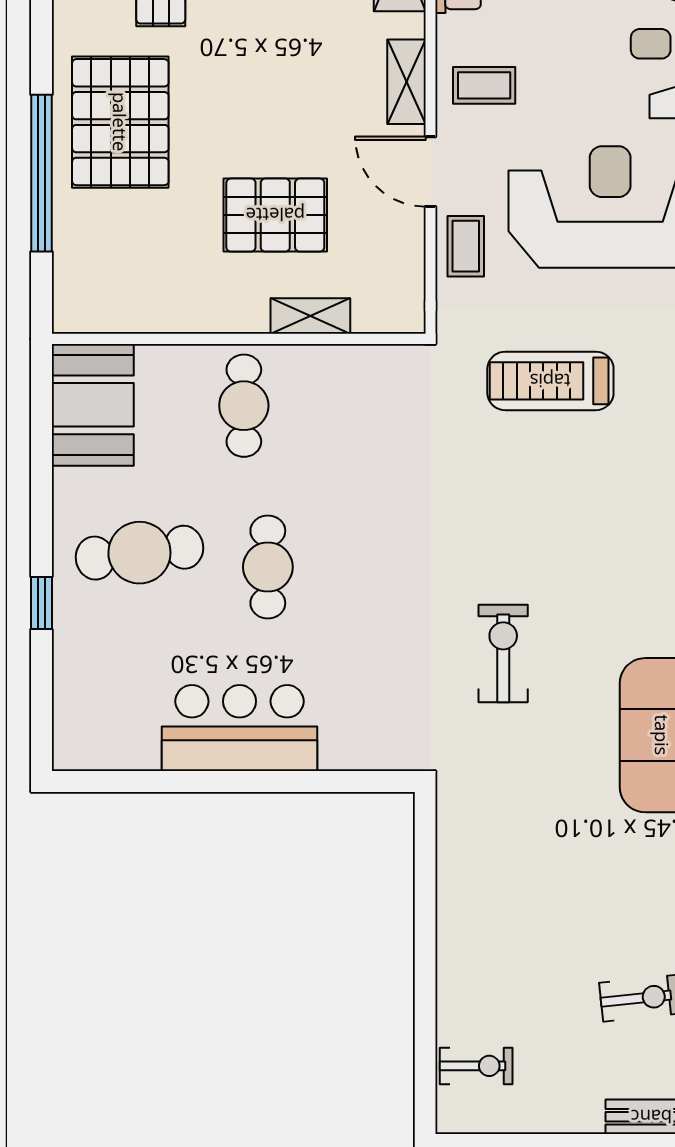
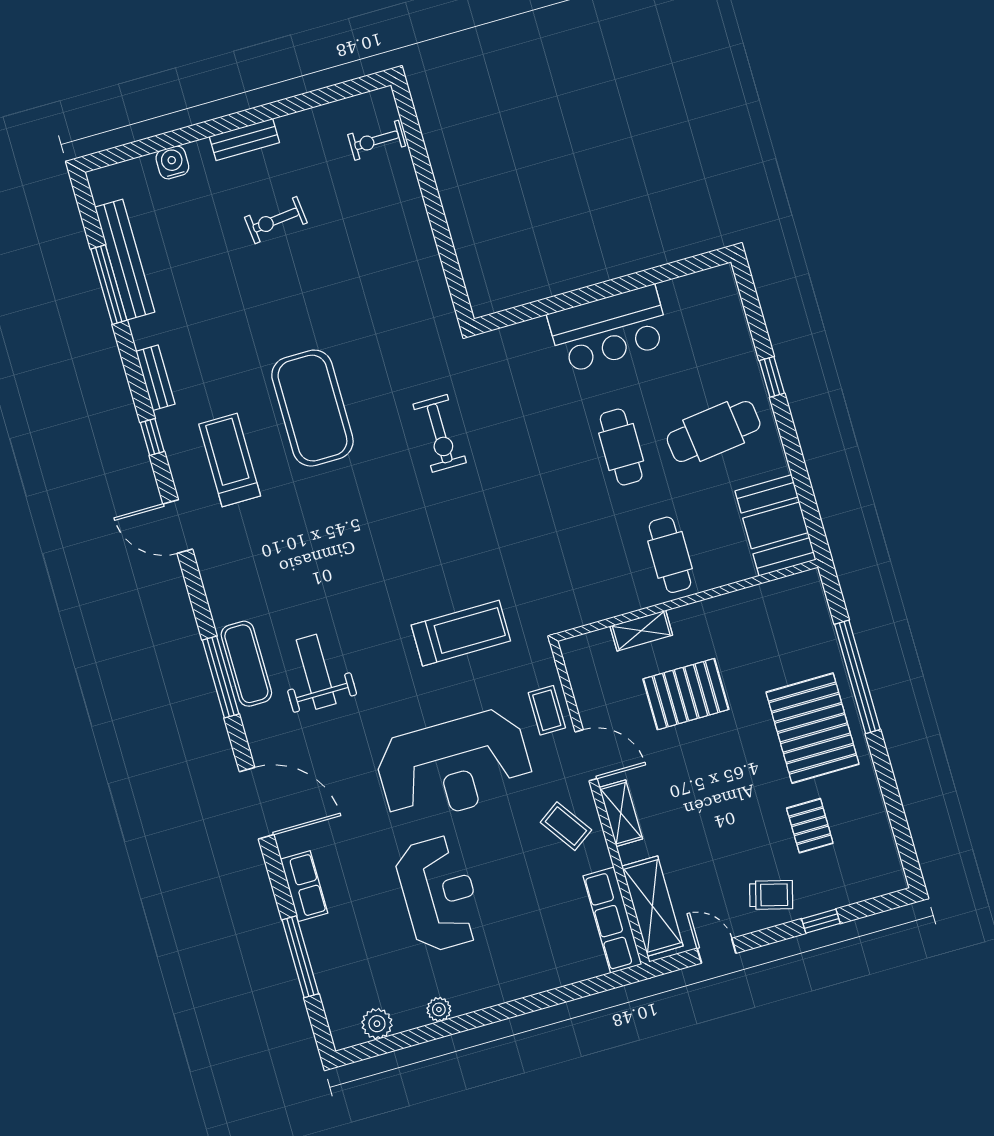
coffee table: (484, 85) -> (566, 826), turned 55

